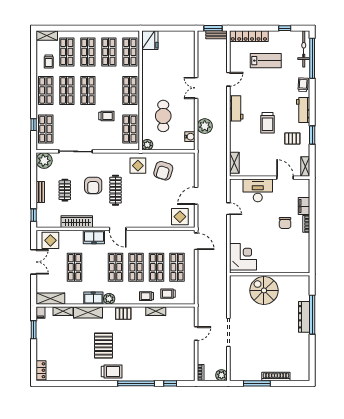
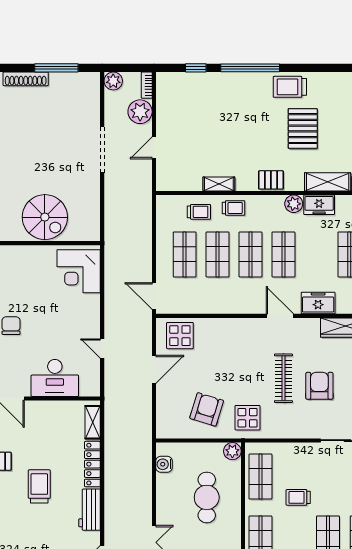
plant: (205, 126) -> (140, 112), moved
locker: (234, 137) -> (92, 464), added

